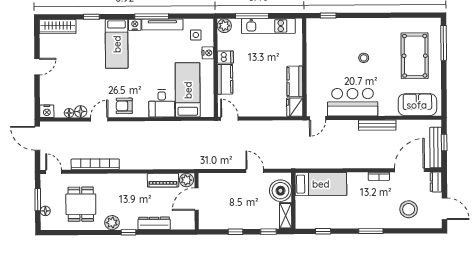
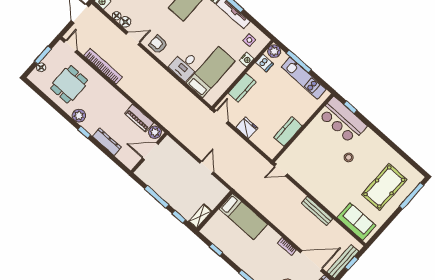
dishwasher: (225, 57) -> (265, 63), moved
bar counter: (353, 102) -> (342, 120), moved, turned 180
fridge: (295, 107) -> (247, 128), moved, turned 90
boiler: (280, 191) -> (212, 196), removed
window: (236, 232) -> (157, 197), width x2.17

